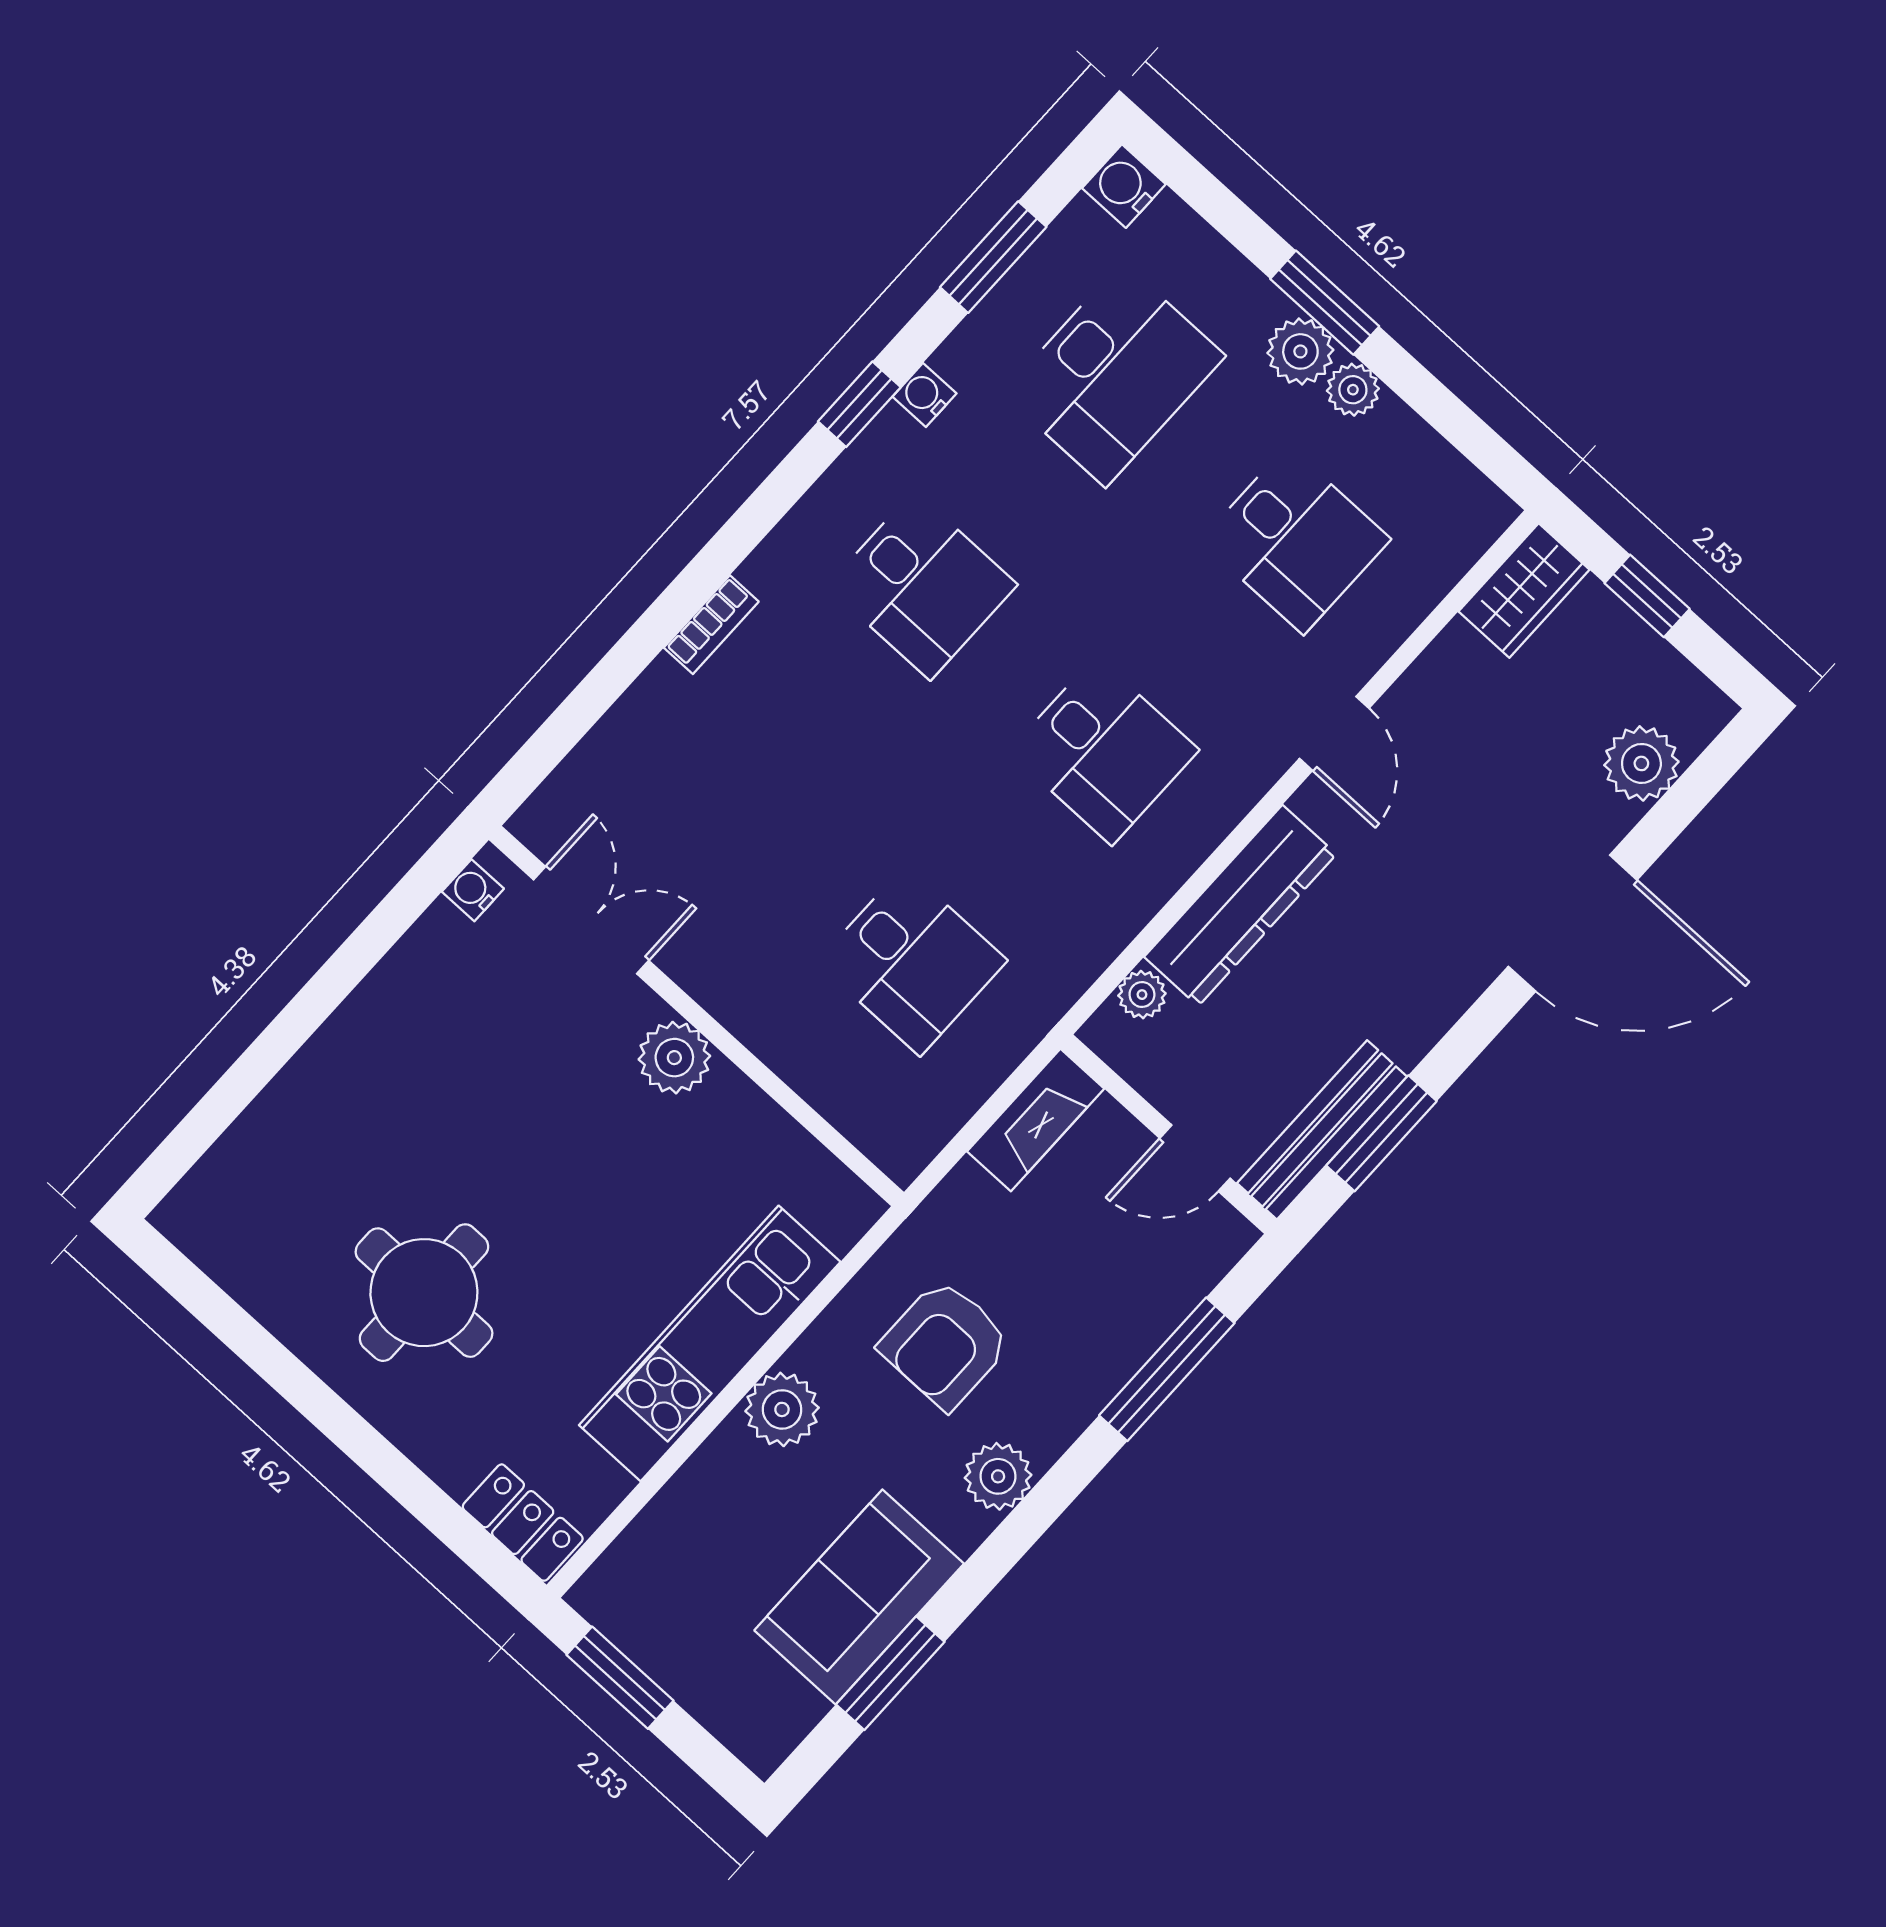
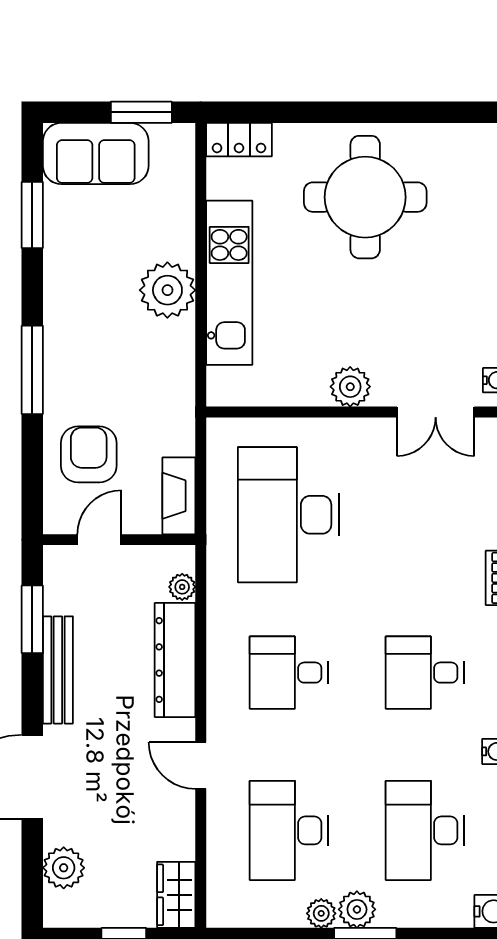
desk: (1296, 540) -> (289, 830), width x1.37
desk: (912, 961) -> (289, 515), width x1.87, depth x1.30
bench: (1322, 1130) -> (58, 670), moved
round table: (424, 1293) -> (365, 197), width x1.36, depth x1.36
armchair: (945, 1344) -> (89, 454), moved
window: (1167, 1369) -> (32, 370), moved
plant: (782, 1409) -> (167, 290), width x1.36, depth x1.36
plant: (998, 1476) -> (61, 336), removed
sofa: (859, 1597) -> (96, 154), moved, turned 90

